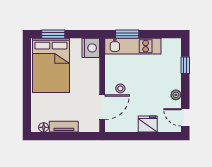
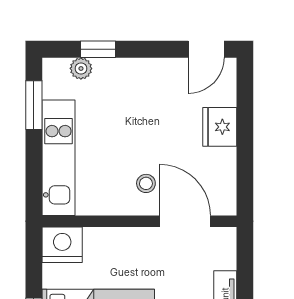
window: (127, 34) -> (34, 105), moved
plant: (176, 95) -> (81, 68), moved

